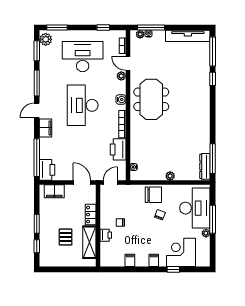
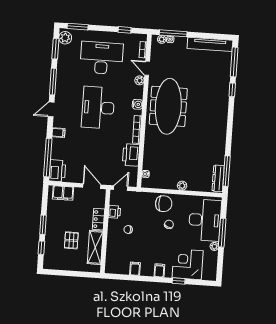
meeting table: (151, 99) -> (168, 106), width x1.36
filing cabinet: (46, 128) -> (58, 133), width x0.50
printer: (106, 235) -> (114, 212), moved

